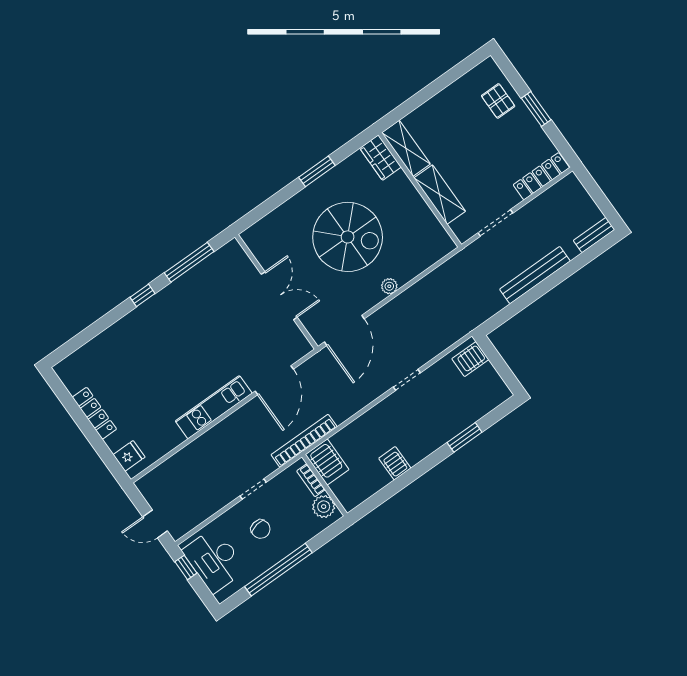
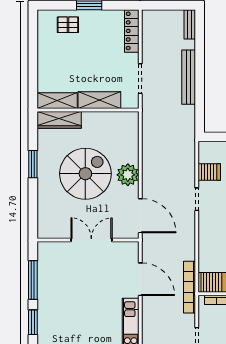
wardrobe: (380, 158) -> (59, 120), width x1.50
plant: (389, 286) -> (128, 175), width x1.88, depth x1.88
window: (143, 295) -> (33, 322), width x1.50
server rack: (470, 359) -> (209, 172), moved, turned -90

